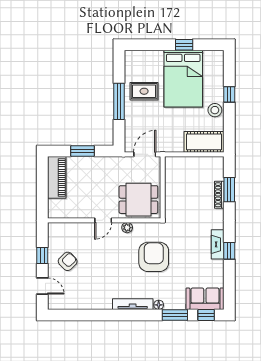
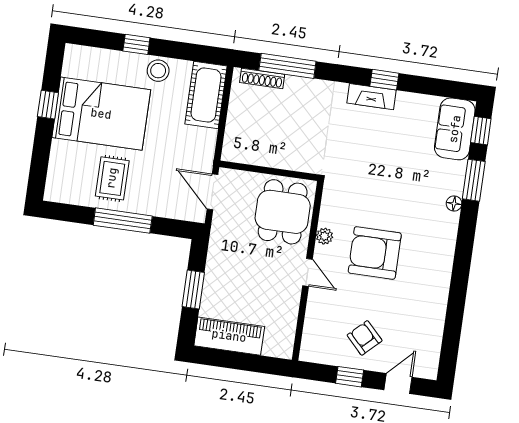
window: (229, 190) -> (287, 66), width x1.44
shoe rack: (219, 195) -> (262, 78), moved
armchair: (154, 257) -> (375, 253), moved
tv unit: (133, 304) -> (447, 245), removed

